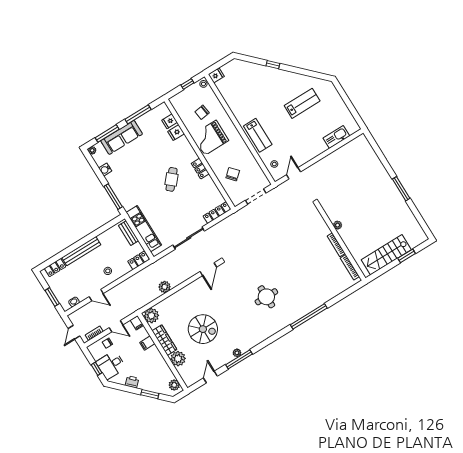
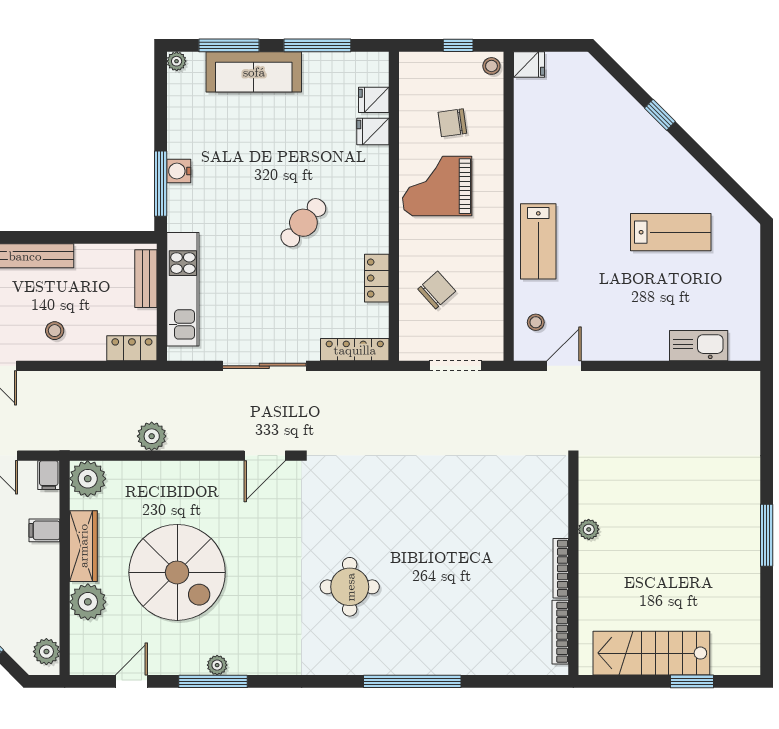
locker: (200, 169) -> (377, 278), moved
water cooler: (105, 170) -> (179, 171), moved
spiral stairs: (203, 329) -> (177, 572), width x1.37, depth x1.37

